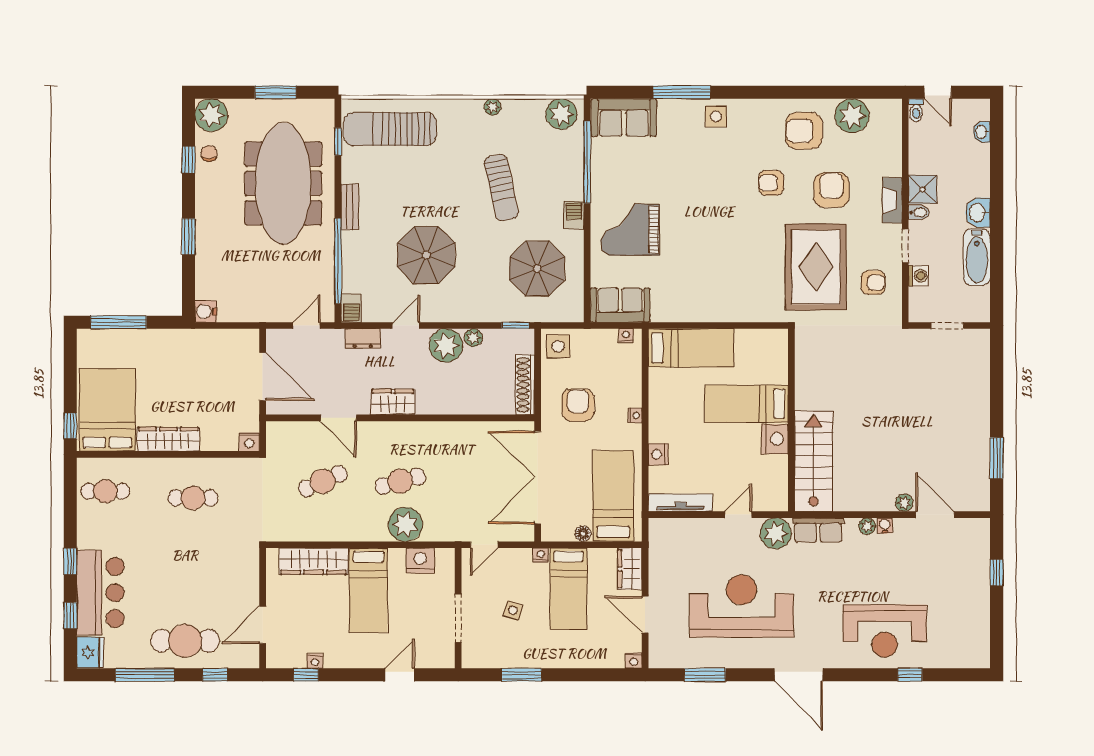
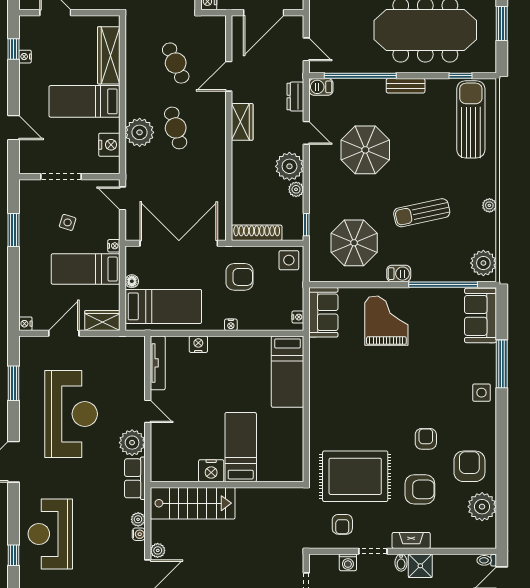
bed: (747, 404) -> (241, 447), moved
wall: (791, 420) -> (227, 485), moved
nightstand: (775, 439) -> (211, 471), moved
stairs: (814, 461) -> (193, 503), moved

